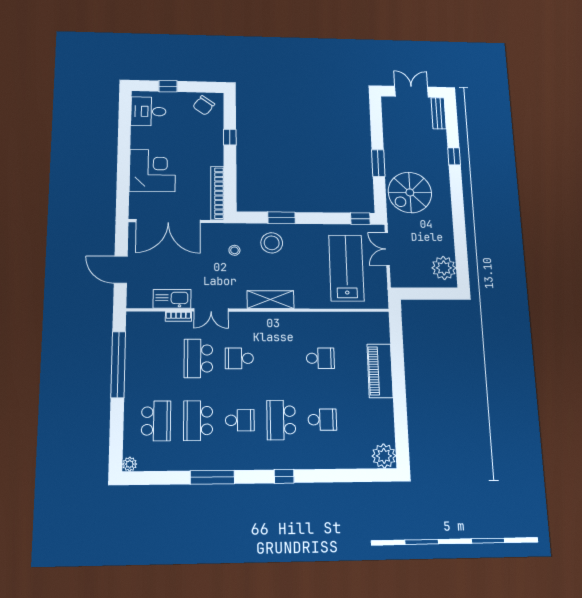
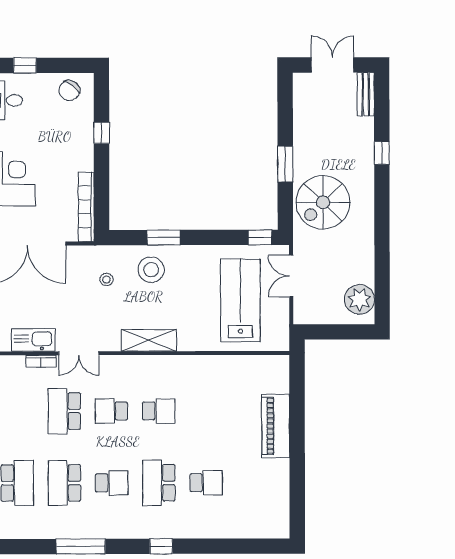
school desk: (320, 358) -> (159, 411), moved
plant: (384, 456) -> (276, 525), removed

